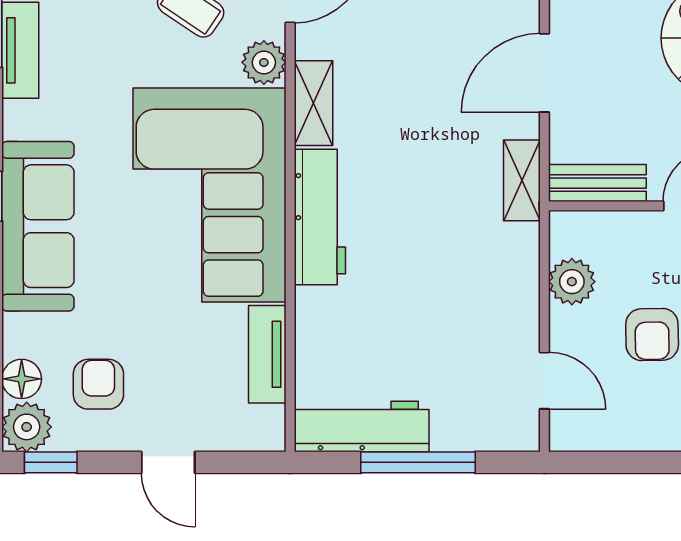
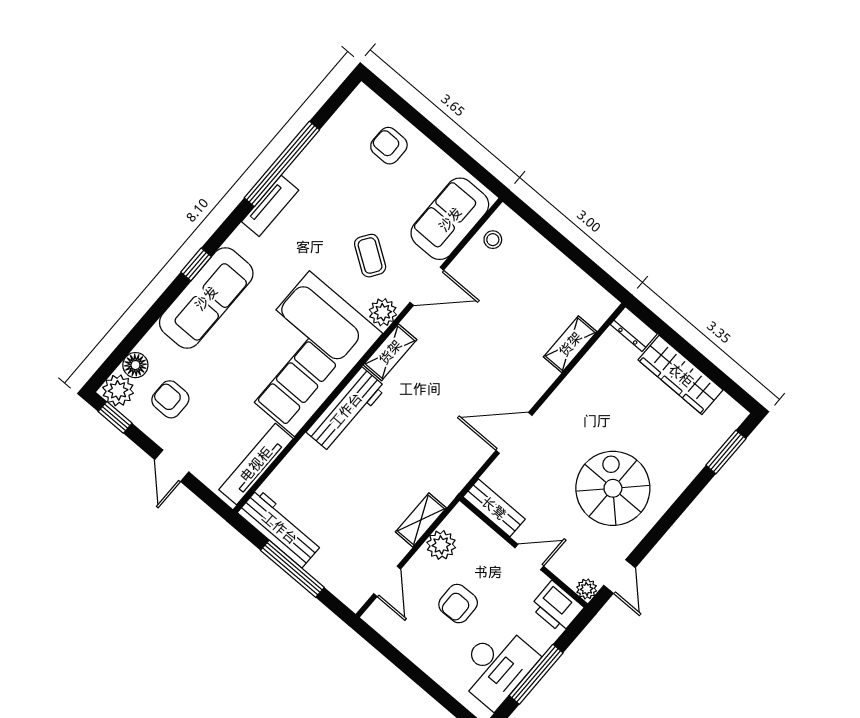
shelving: (522, 180) -> (421, 520), moved
tv unit: (267, 354) -> (256, 464), width x1.41
armchair: (98, 384) -> (170, 399), turned -90

